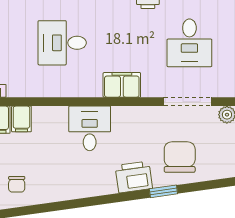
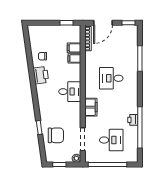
desk: (62, 43) -> (111, 78), turned -90
desk: (189, 43) -> (111, 140), turned 180
printer: (134, 177) -> (41, 75), moved

